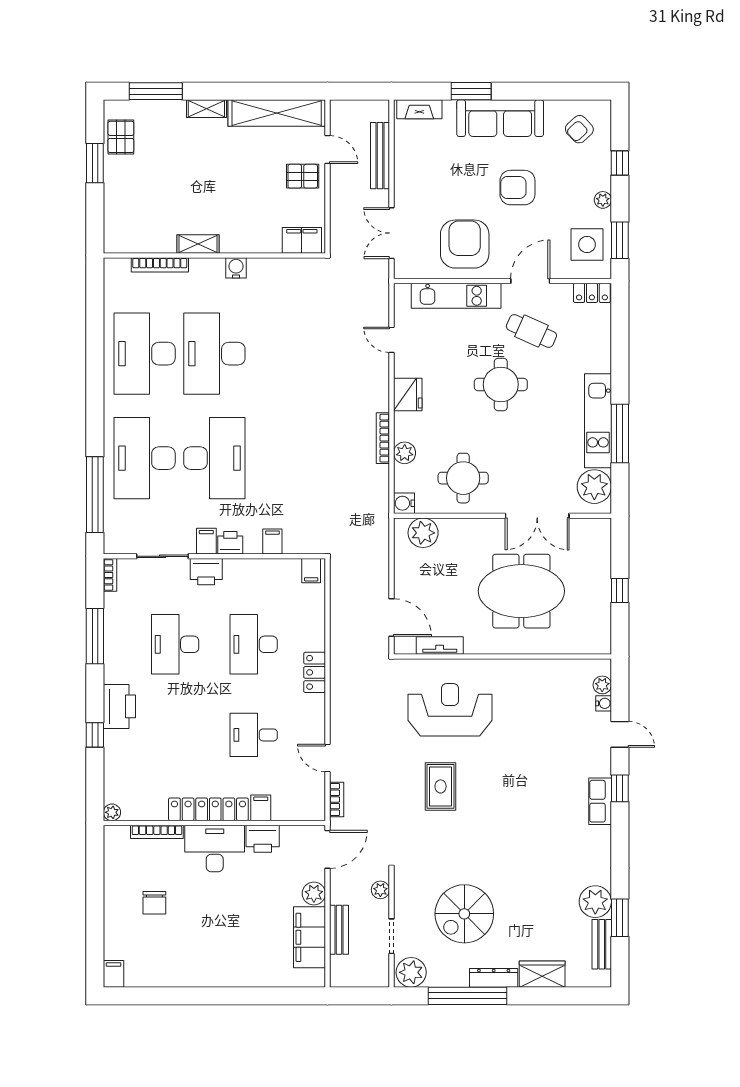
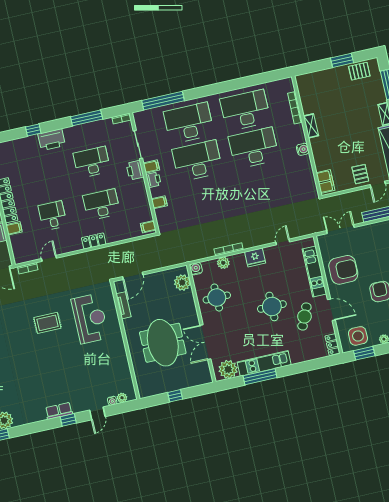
desk: (214, 458) -> (197, 161), turned 180

